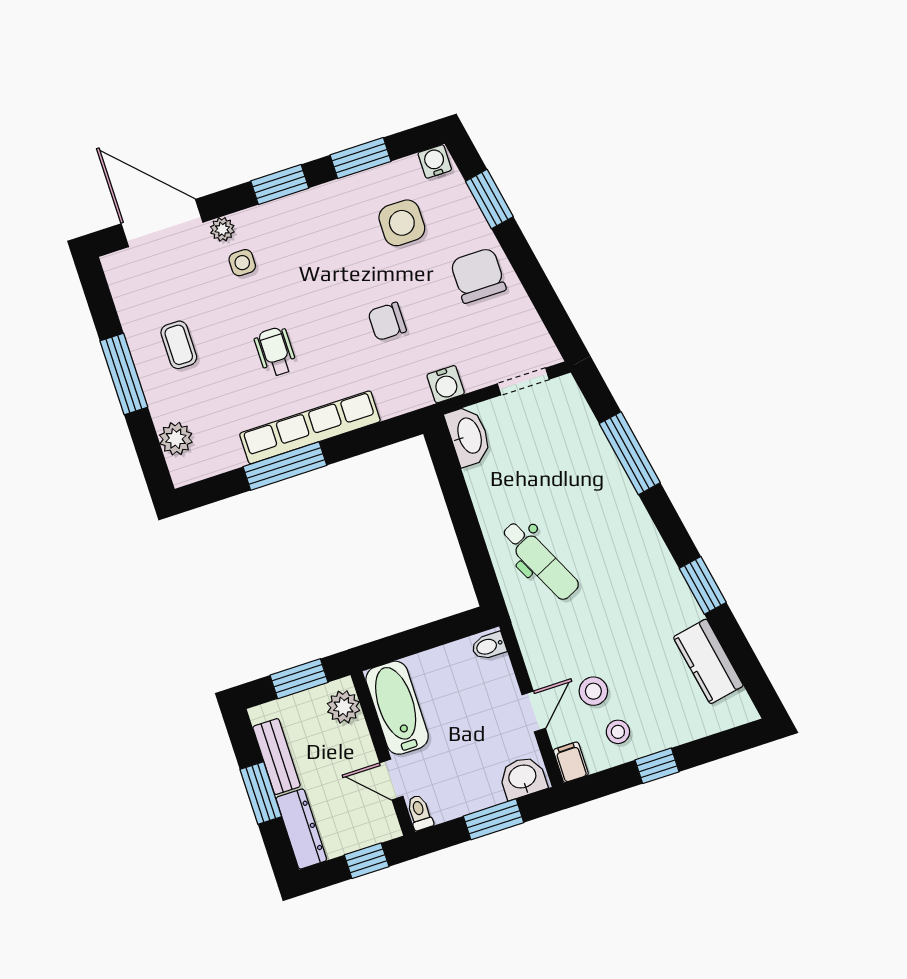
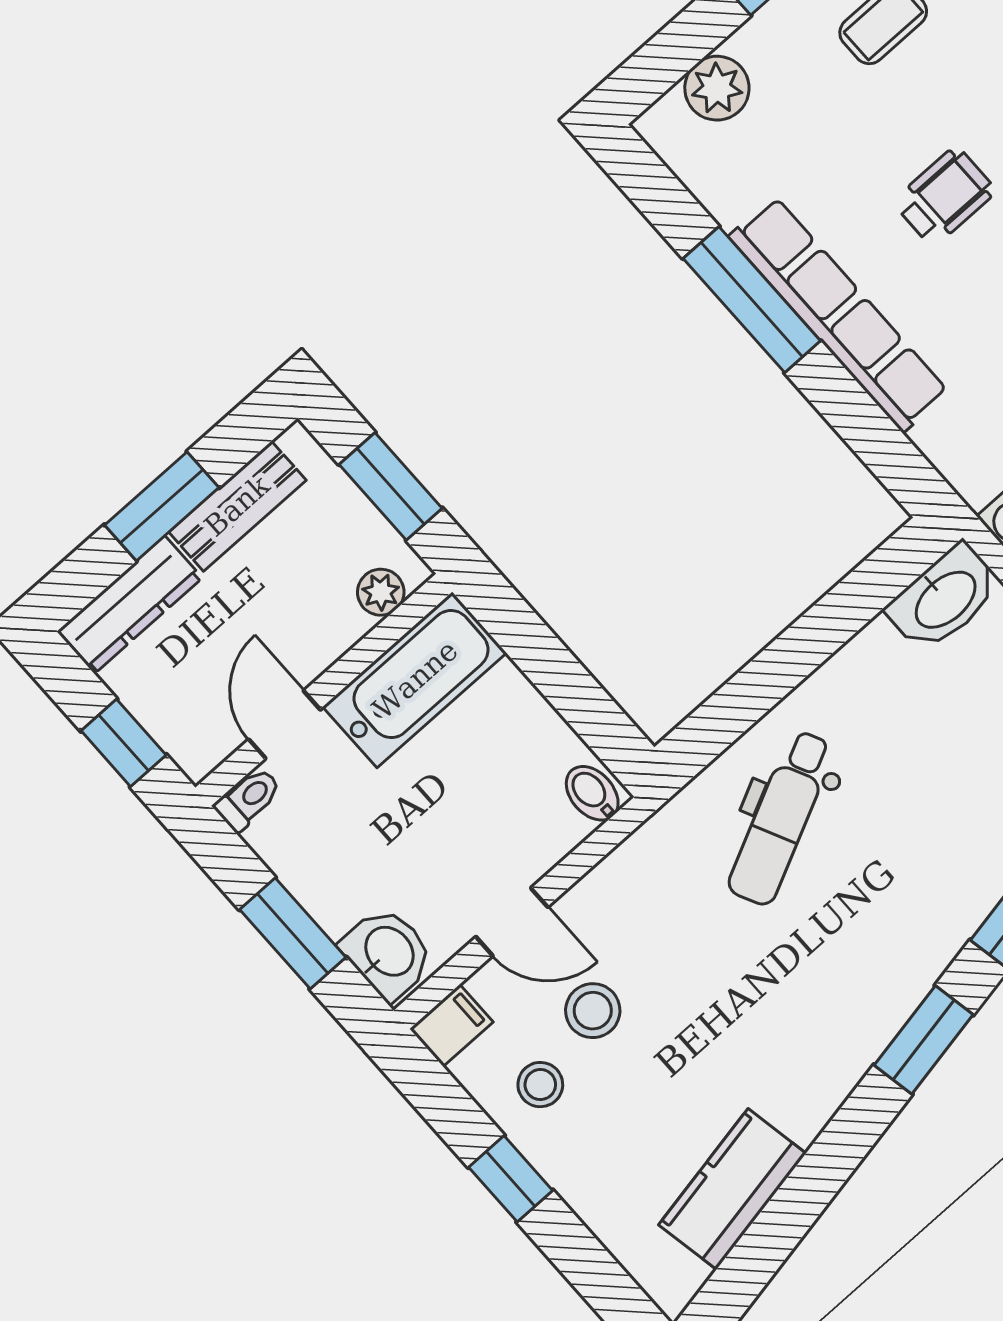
window: (703, 585) -> (924, 1040), moved
plant: (344, 707) -> (381, 592), width x0.73, depth x0.73

